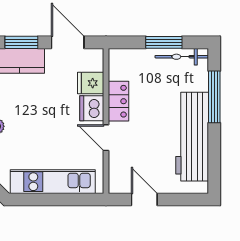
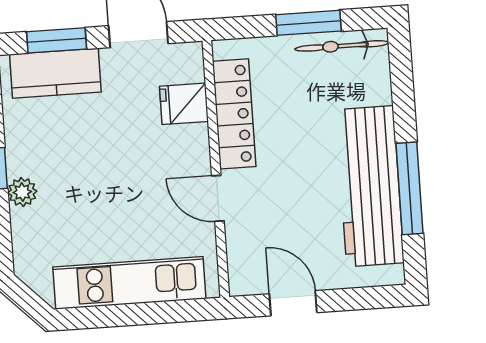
window: (214, 97) -> (410, 188), moved
locker: (118, 101) -> (234, 114), width x1.53
dishwasher: (92, 108) -> (189, 148), removed

